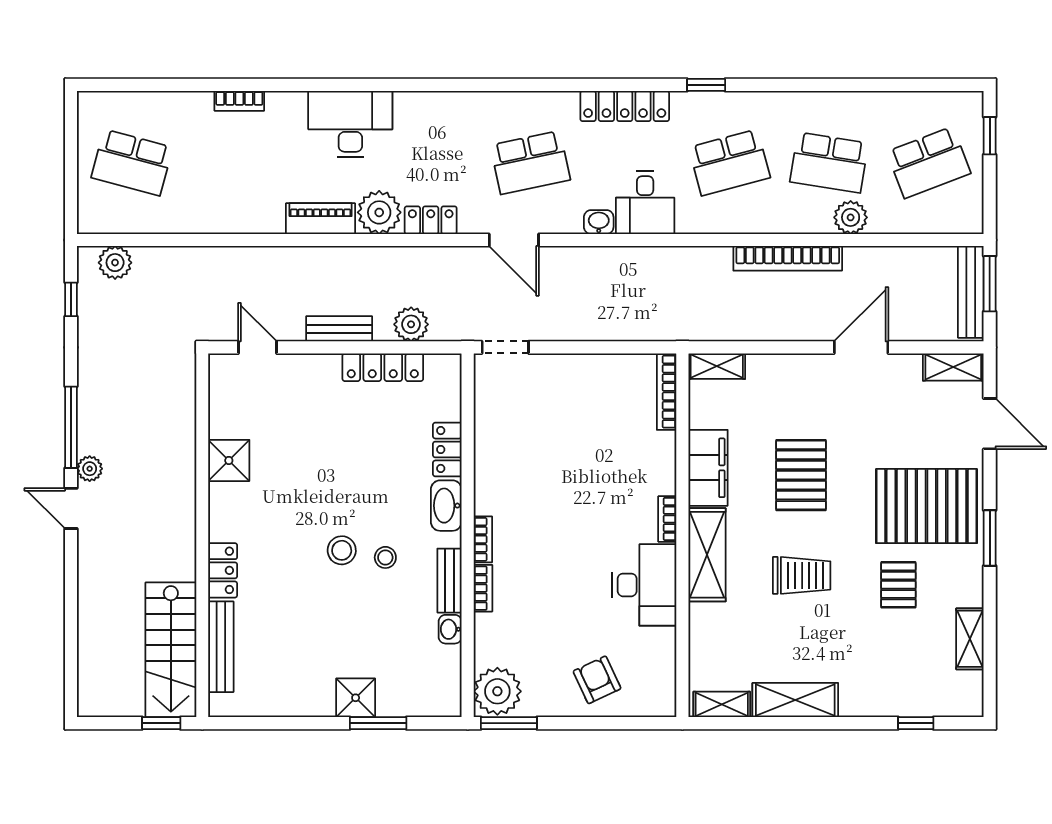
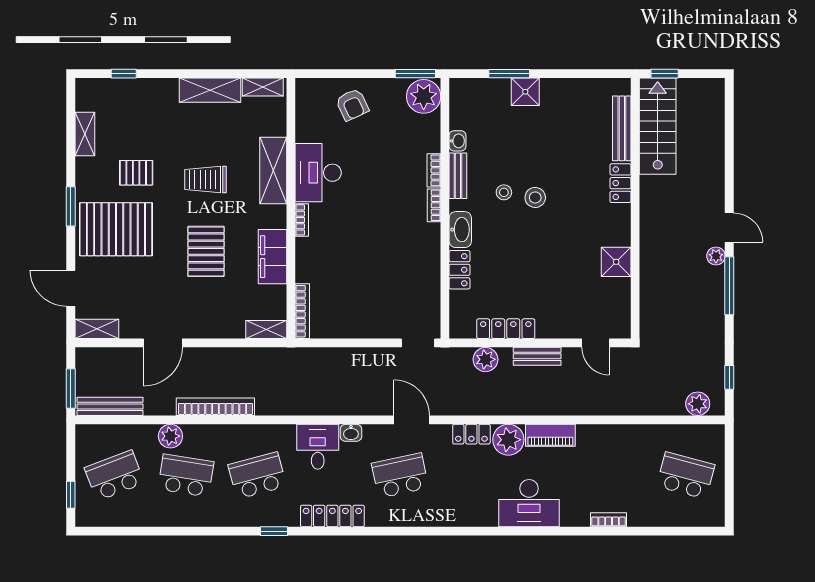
bench: (971, 292) -> (110, 406), moved, turned 90
shelving: (707, 555) -> (273, 171), moved
pallet: (898, 585) -> (136, 173), turned 90

